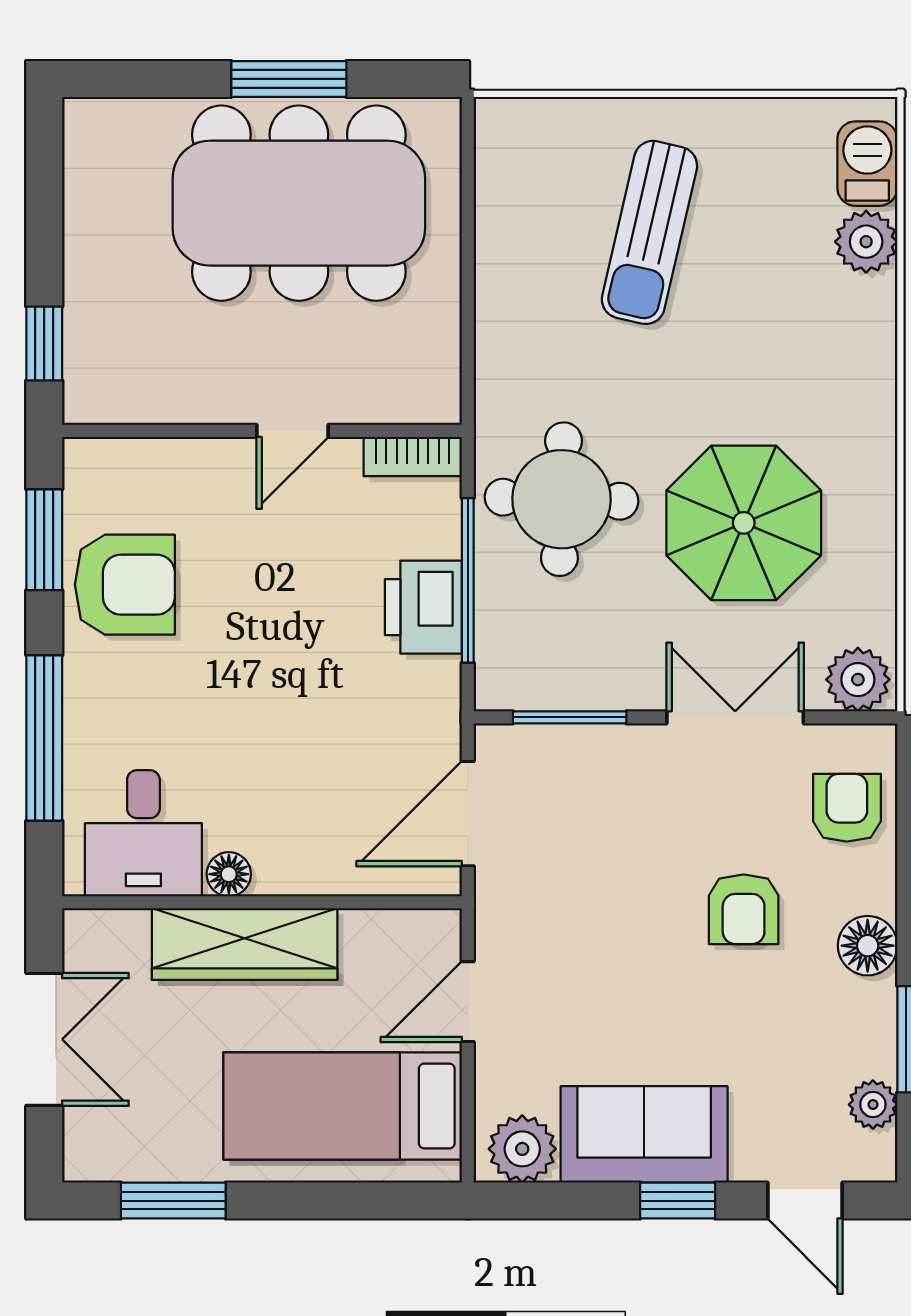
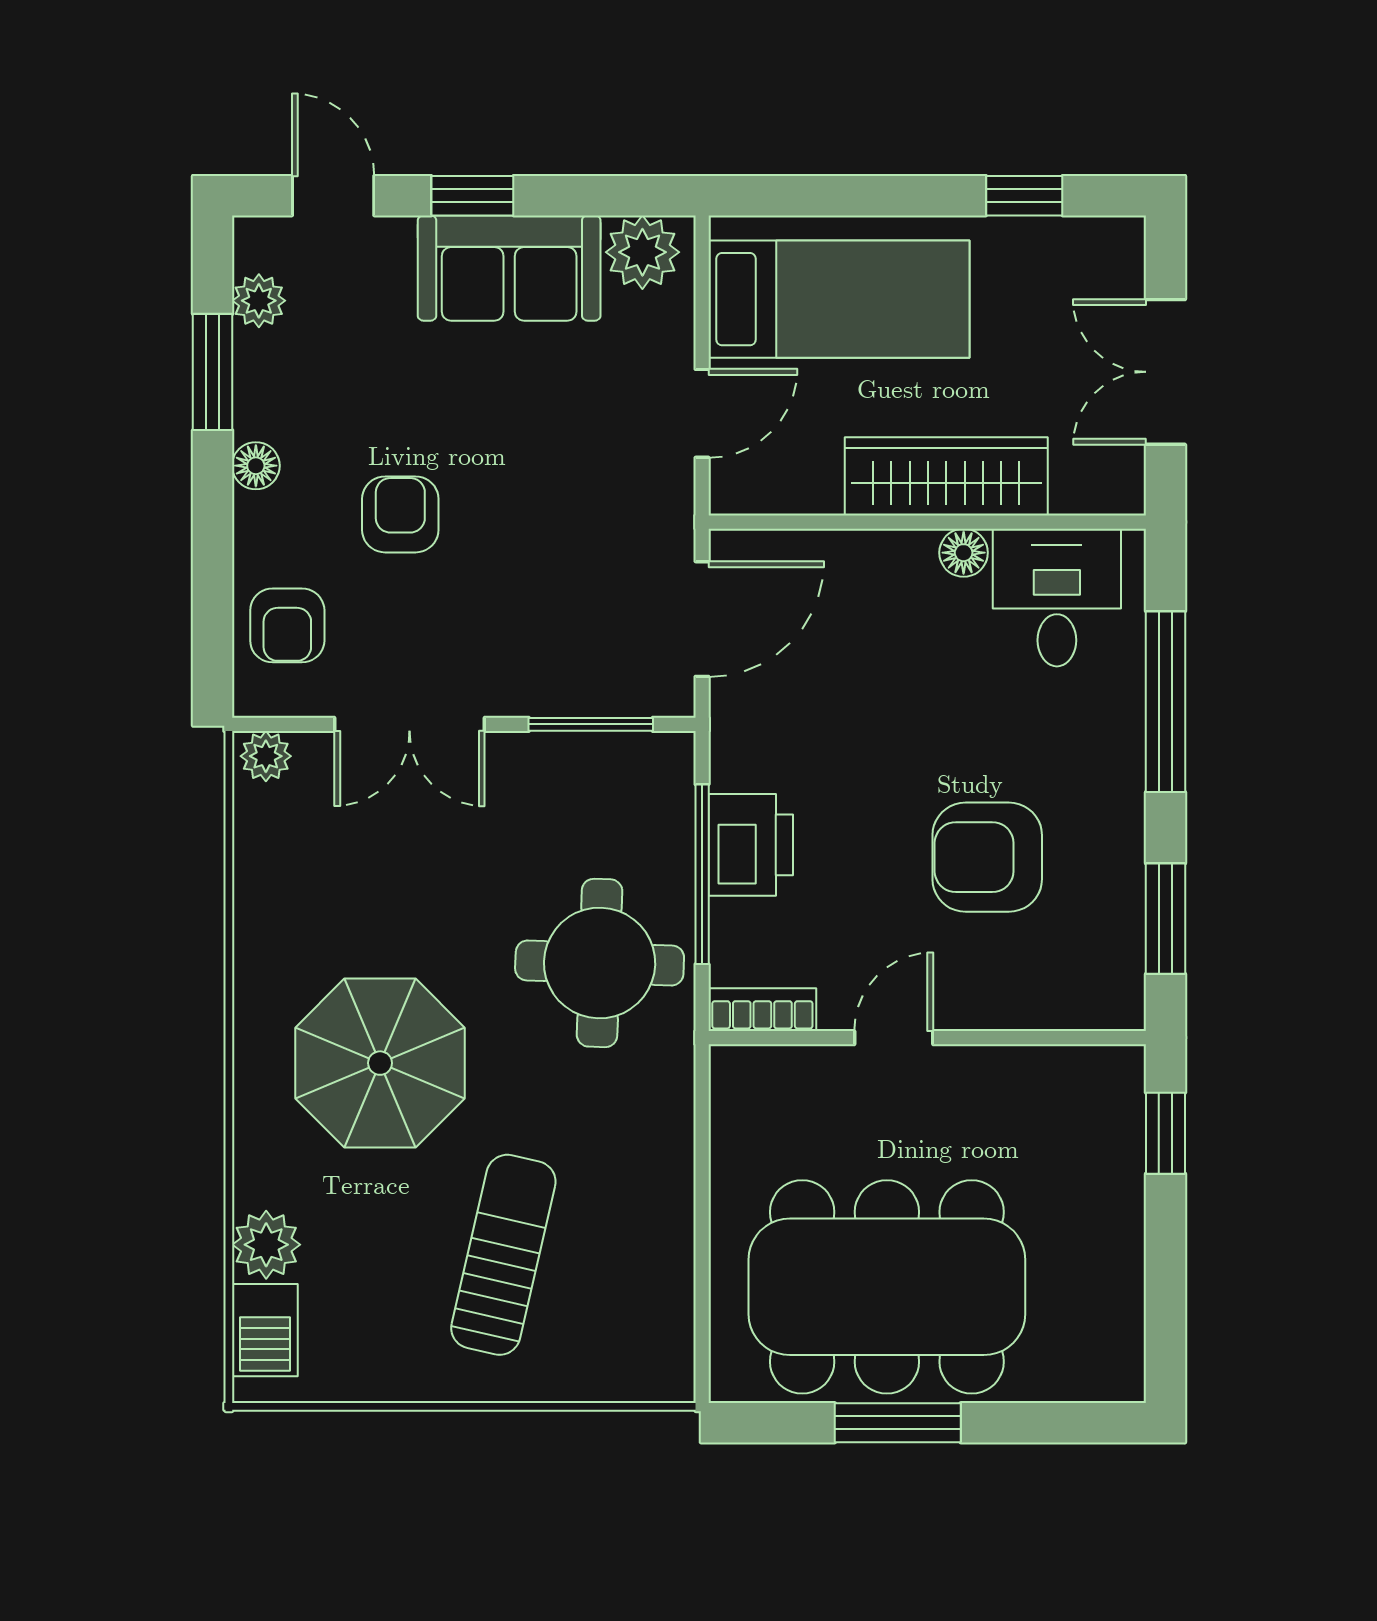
parasol: (744, 523) -> (380, 1063), moved
armchair: (125, 585) -> (987, 857), moved
plant: (858, 680) -> (266, 756), width x0.73, depth x0.73
floor lamp: (868, 946) -> (256, 466), width x0.73, depth x0.73
window: (173, 1201) -> (1024, 196), width x0.67

